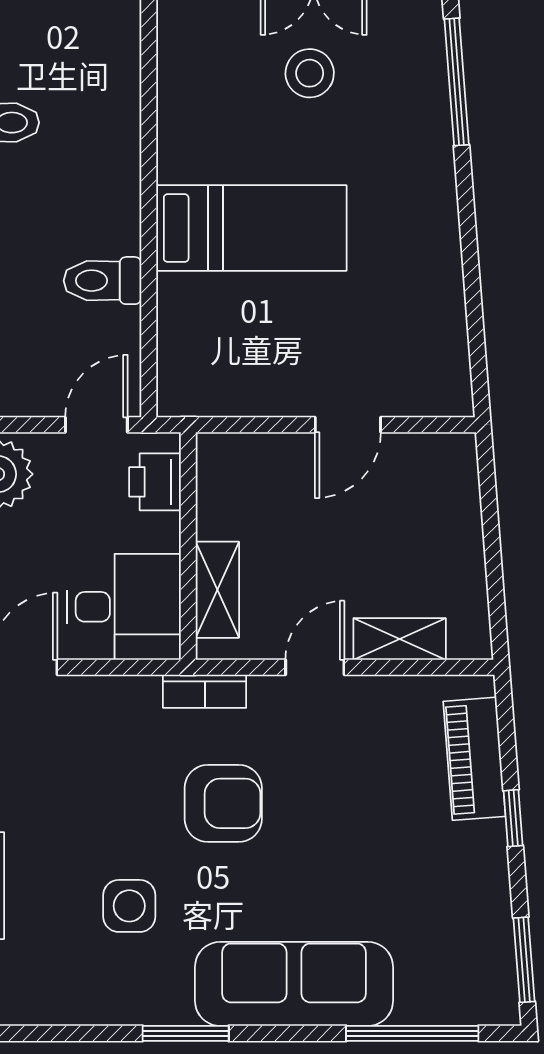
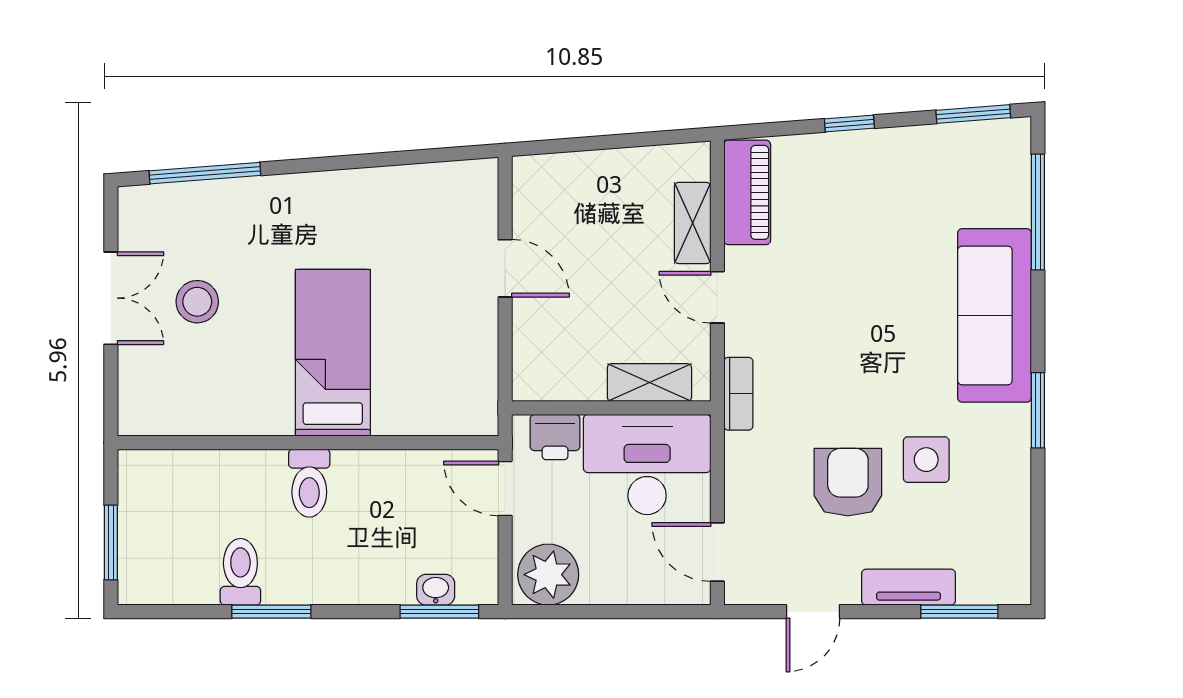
toilet: (102, 281) -> (309, 483), moved
desk: (124, 607) -> (647, 465), width x1.37
piano: (474, 759) -> (747, 192), moved, turned -86
armchair: (223, 803) -> (848, 482), moved

